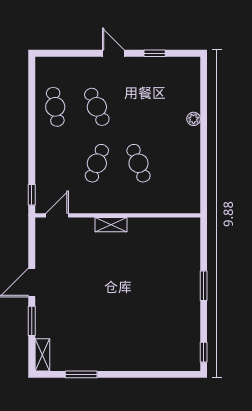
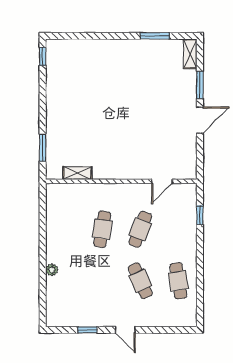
cafe table: (138, 163) -> (102, 229), turned 30
window: (32, 195) -> (200, 215), moved
door: (57, 215) -> (162, 181), moved
shelving: (111, 225) -> (77, 173), moved
window: (204, 286) -> (43, 148), moved

